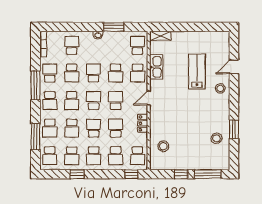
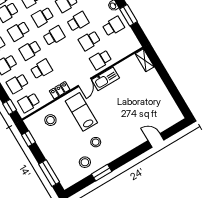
school desk: (137, 45) -> (113, 26), moved
kitchen sink: (156, 67) -> (106, 79), moved
lab bench: (197, 72) -> (81, 112), moved, turned -90
stool: (220, 88) -> (96, 142), moved
door: (149, 98) -> (85, 82), swing flipped
school desk: (116, 101) -> (65, 55), removed
school desk: (94, 128) -> (30, 50), turned 180
window: (181, 174) -> (29, 139), moved

